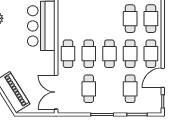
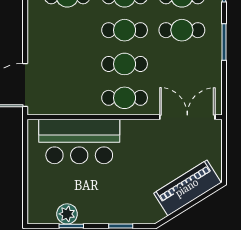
cafe table: (89, 89) -> (182, 30), moved
double door: (56, 92) -> (187, 117), swing flipped

